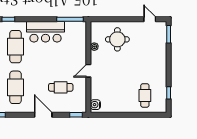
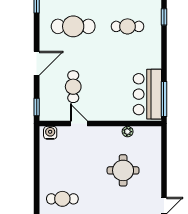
bar counter: (45, 32) -> (147, 94), moved
round table: (117, 39) -> (123, 170), moved
cafe table: (15, 47) -> (127, 26), width x0.73, depth x0.74
door: (88, 71) -> (79, 124), moved

